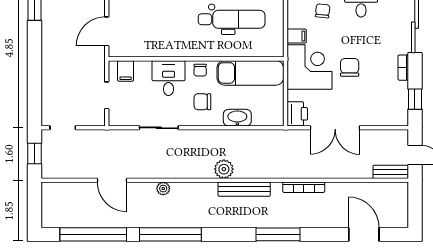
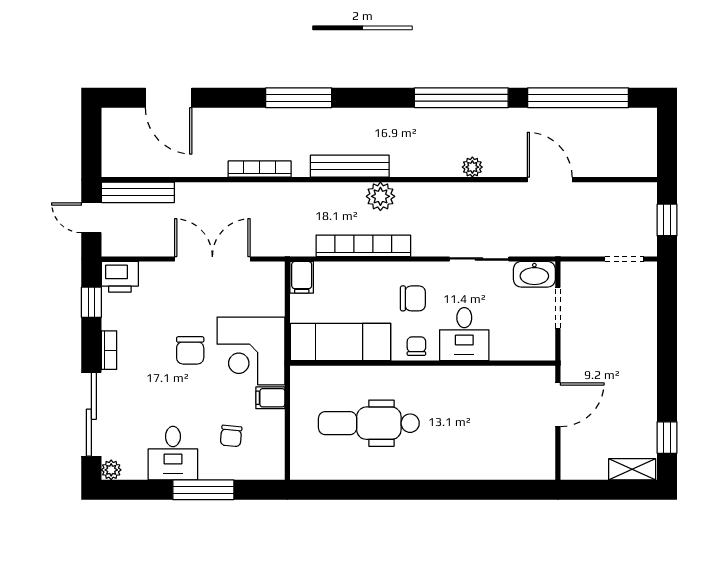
filing cabinet: (126, 71) -> (302, 277), moved, turned 180
printer: (297, 114) -> (120, 277), moved, turned -90
washbasin: (237, 118) -> (534, 274), moved
bookcase: (235, 136) -> (363, 246), added
bench: (391, 172) -> (138, 192), width x1.36

